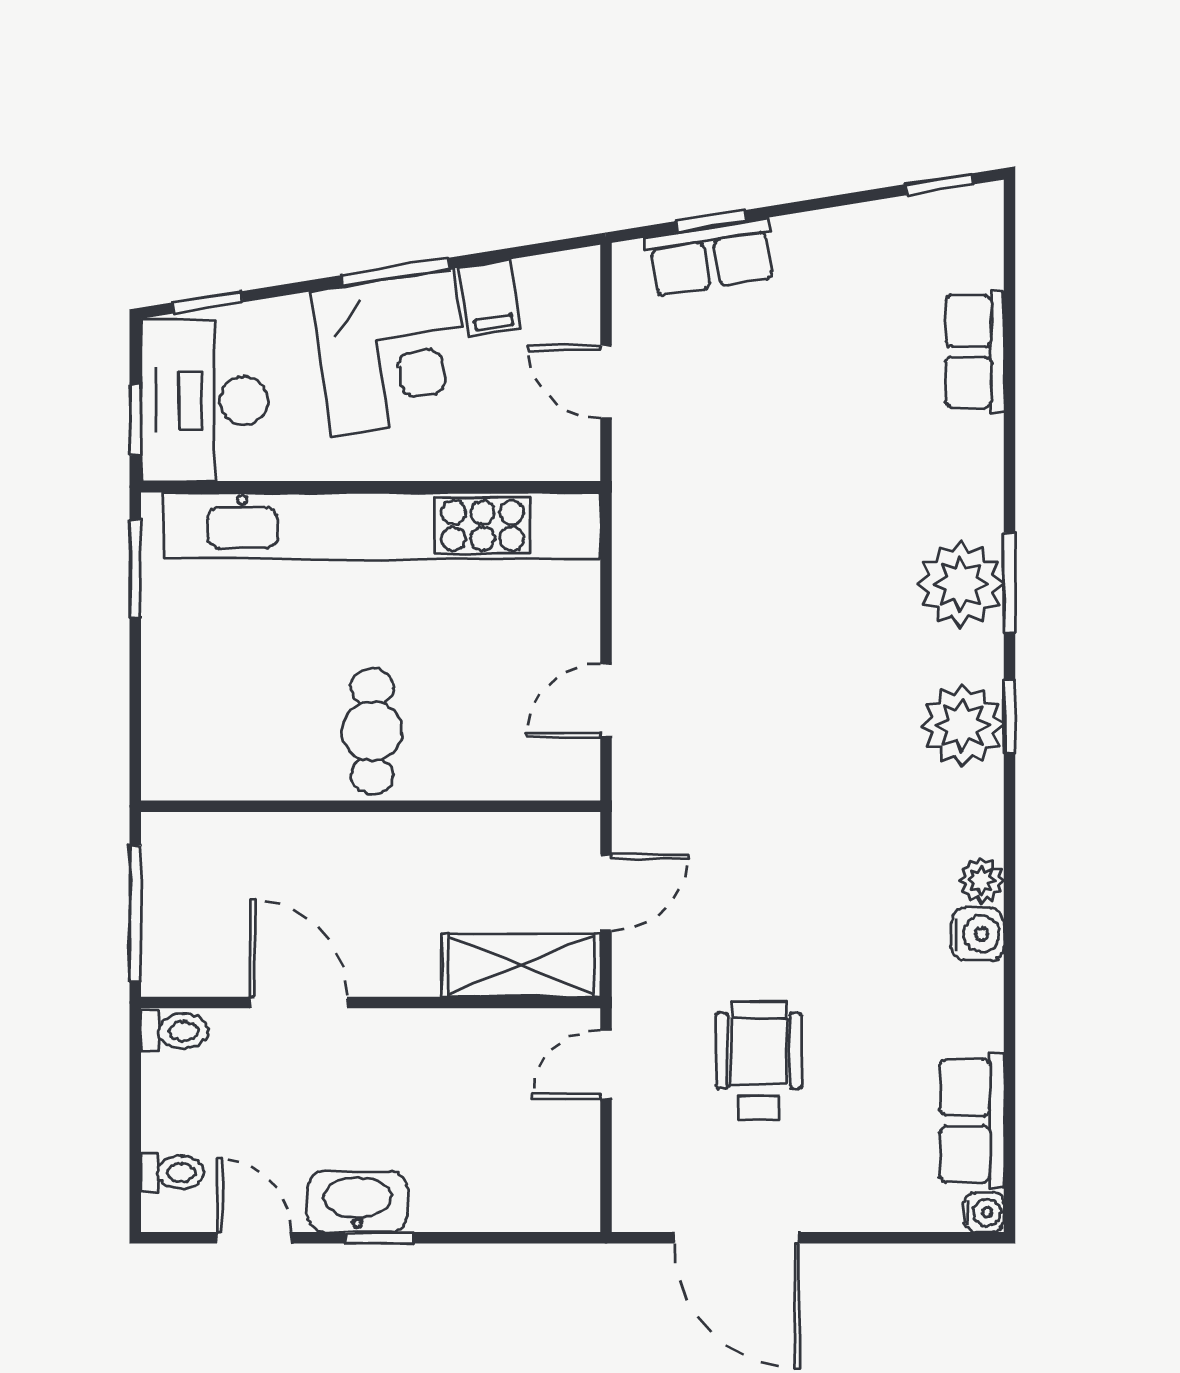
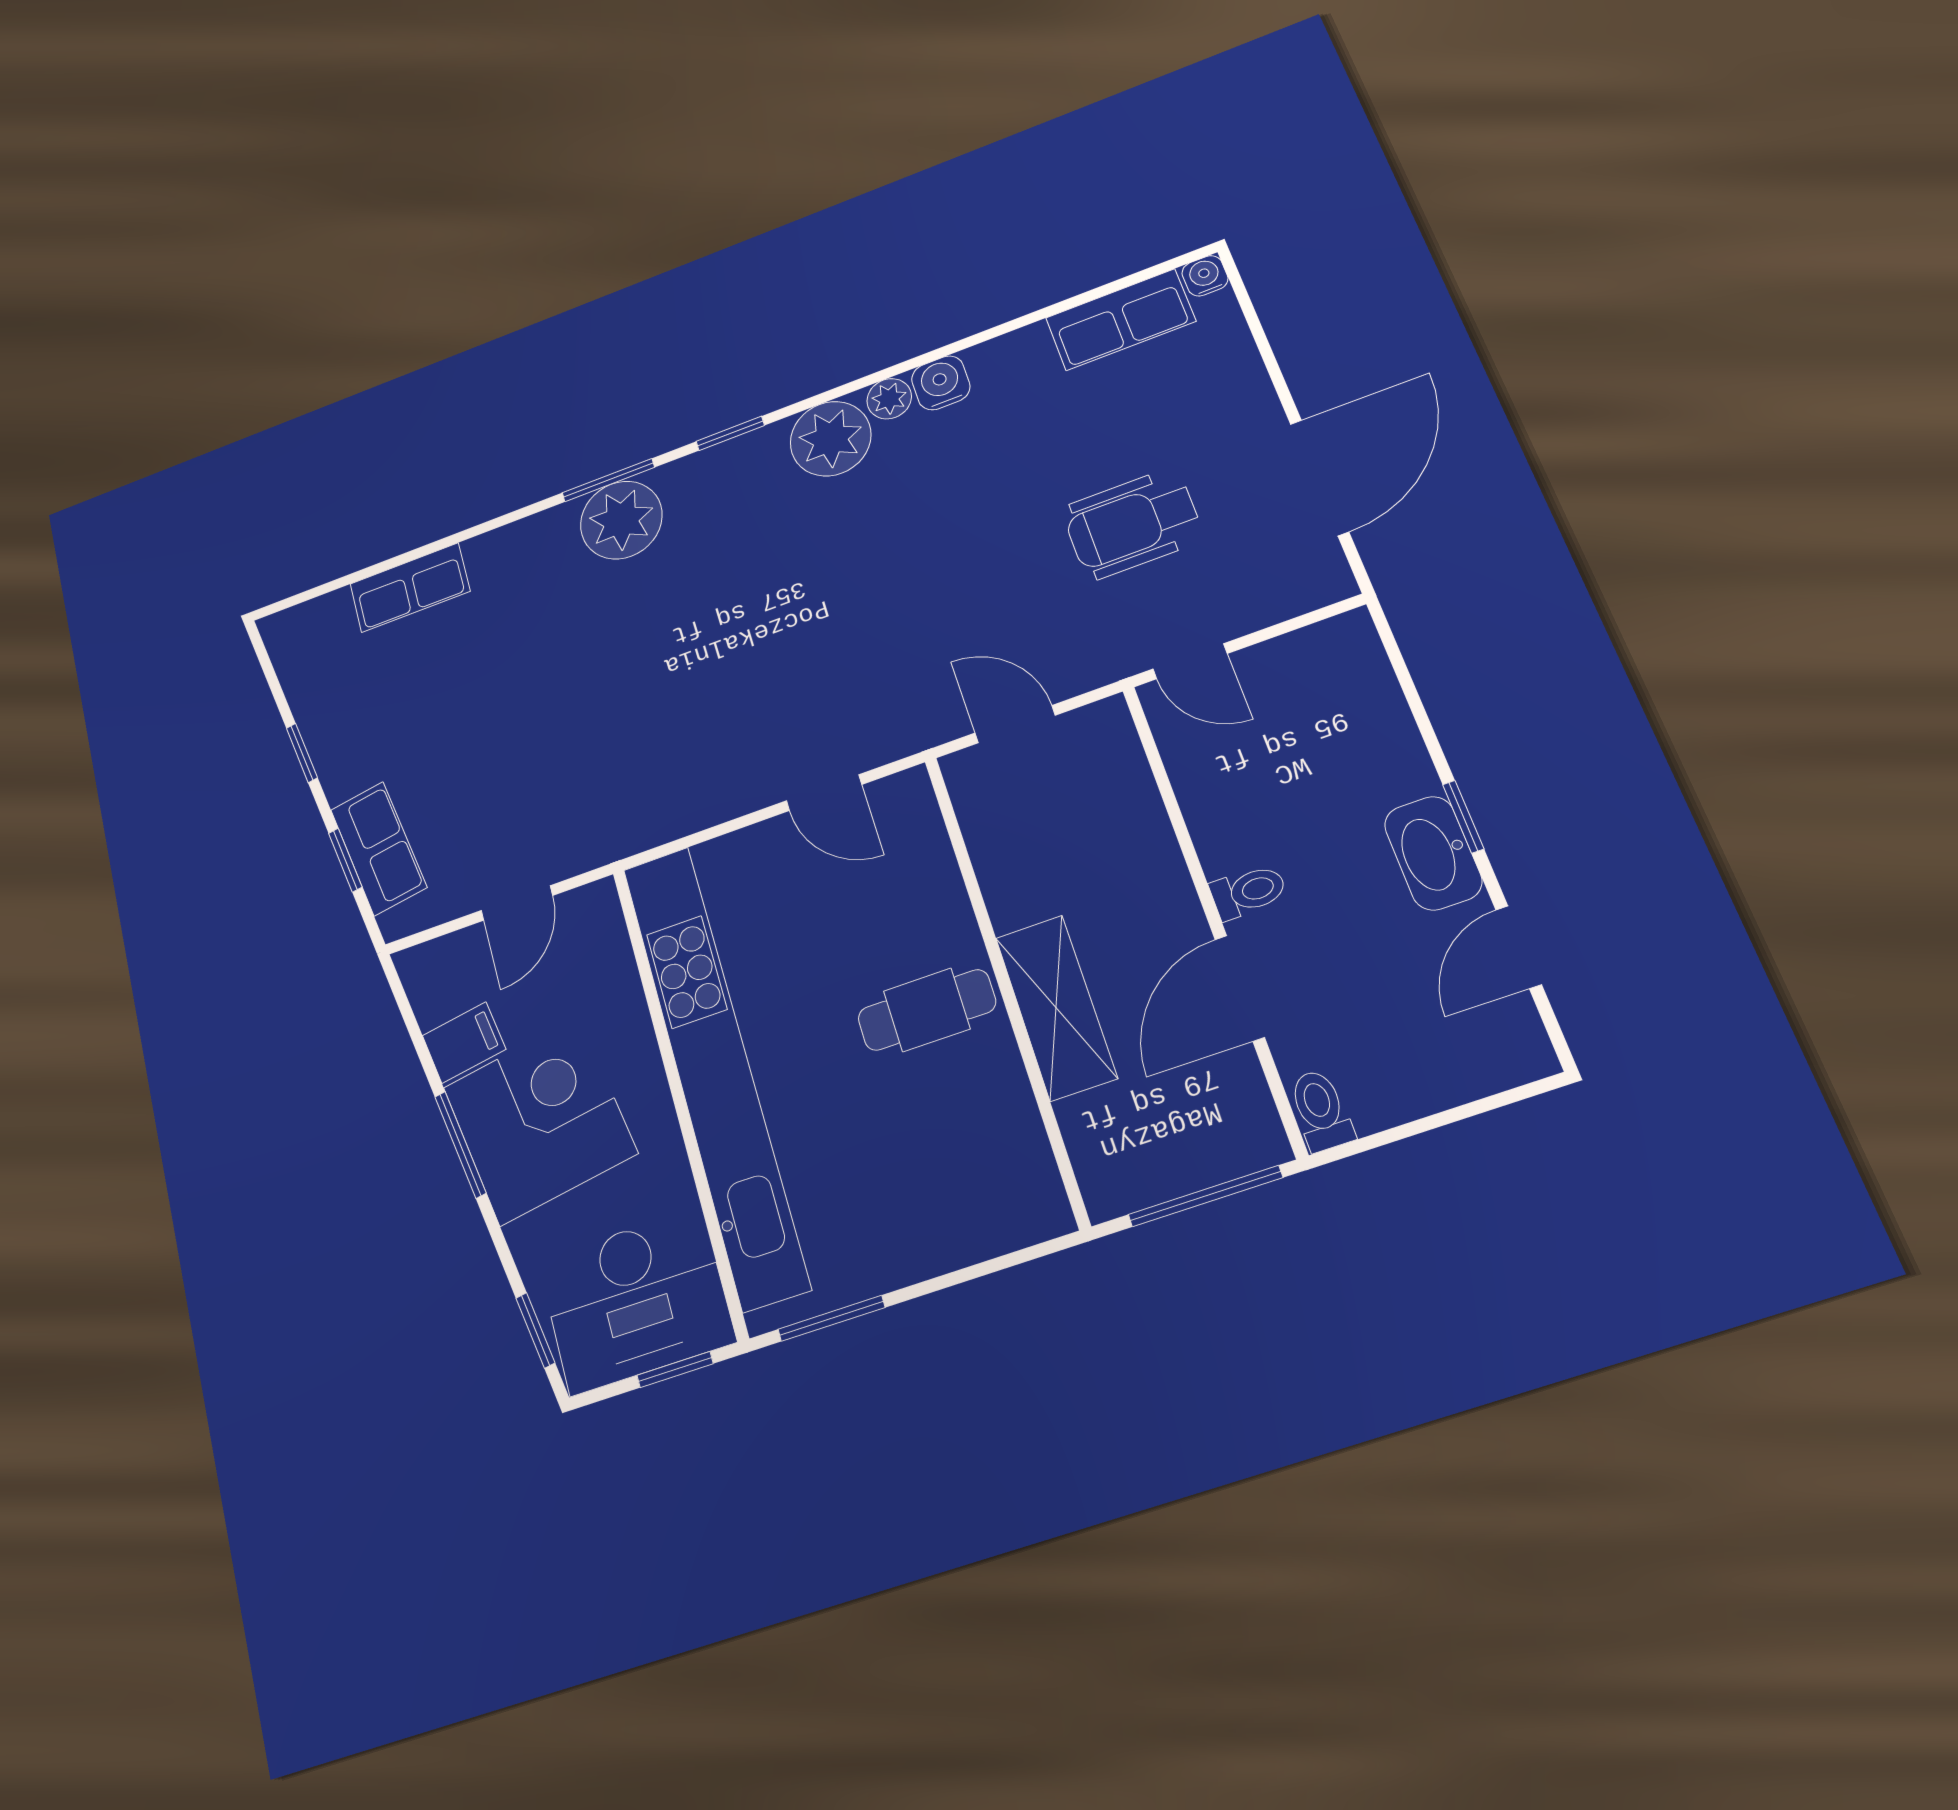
window: (939, 184) -> (302, 753), moved
plant: (963, 725) -> (831, 439), moved
shelving: (521, 965) -> (1056, 1007), moved
toilet: (172, 1172) -> (1248, 892), moved, turned 90

